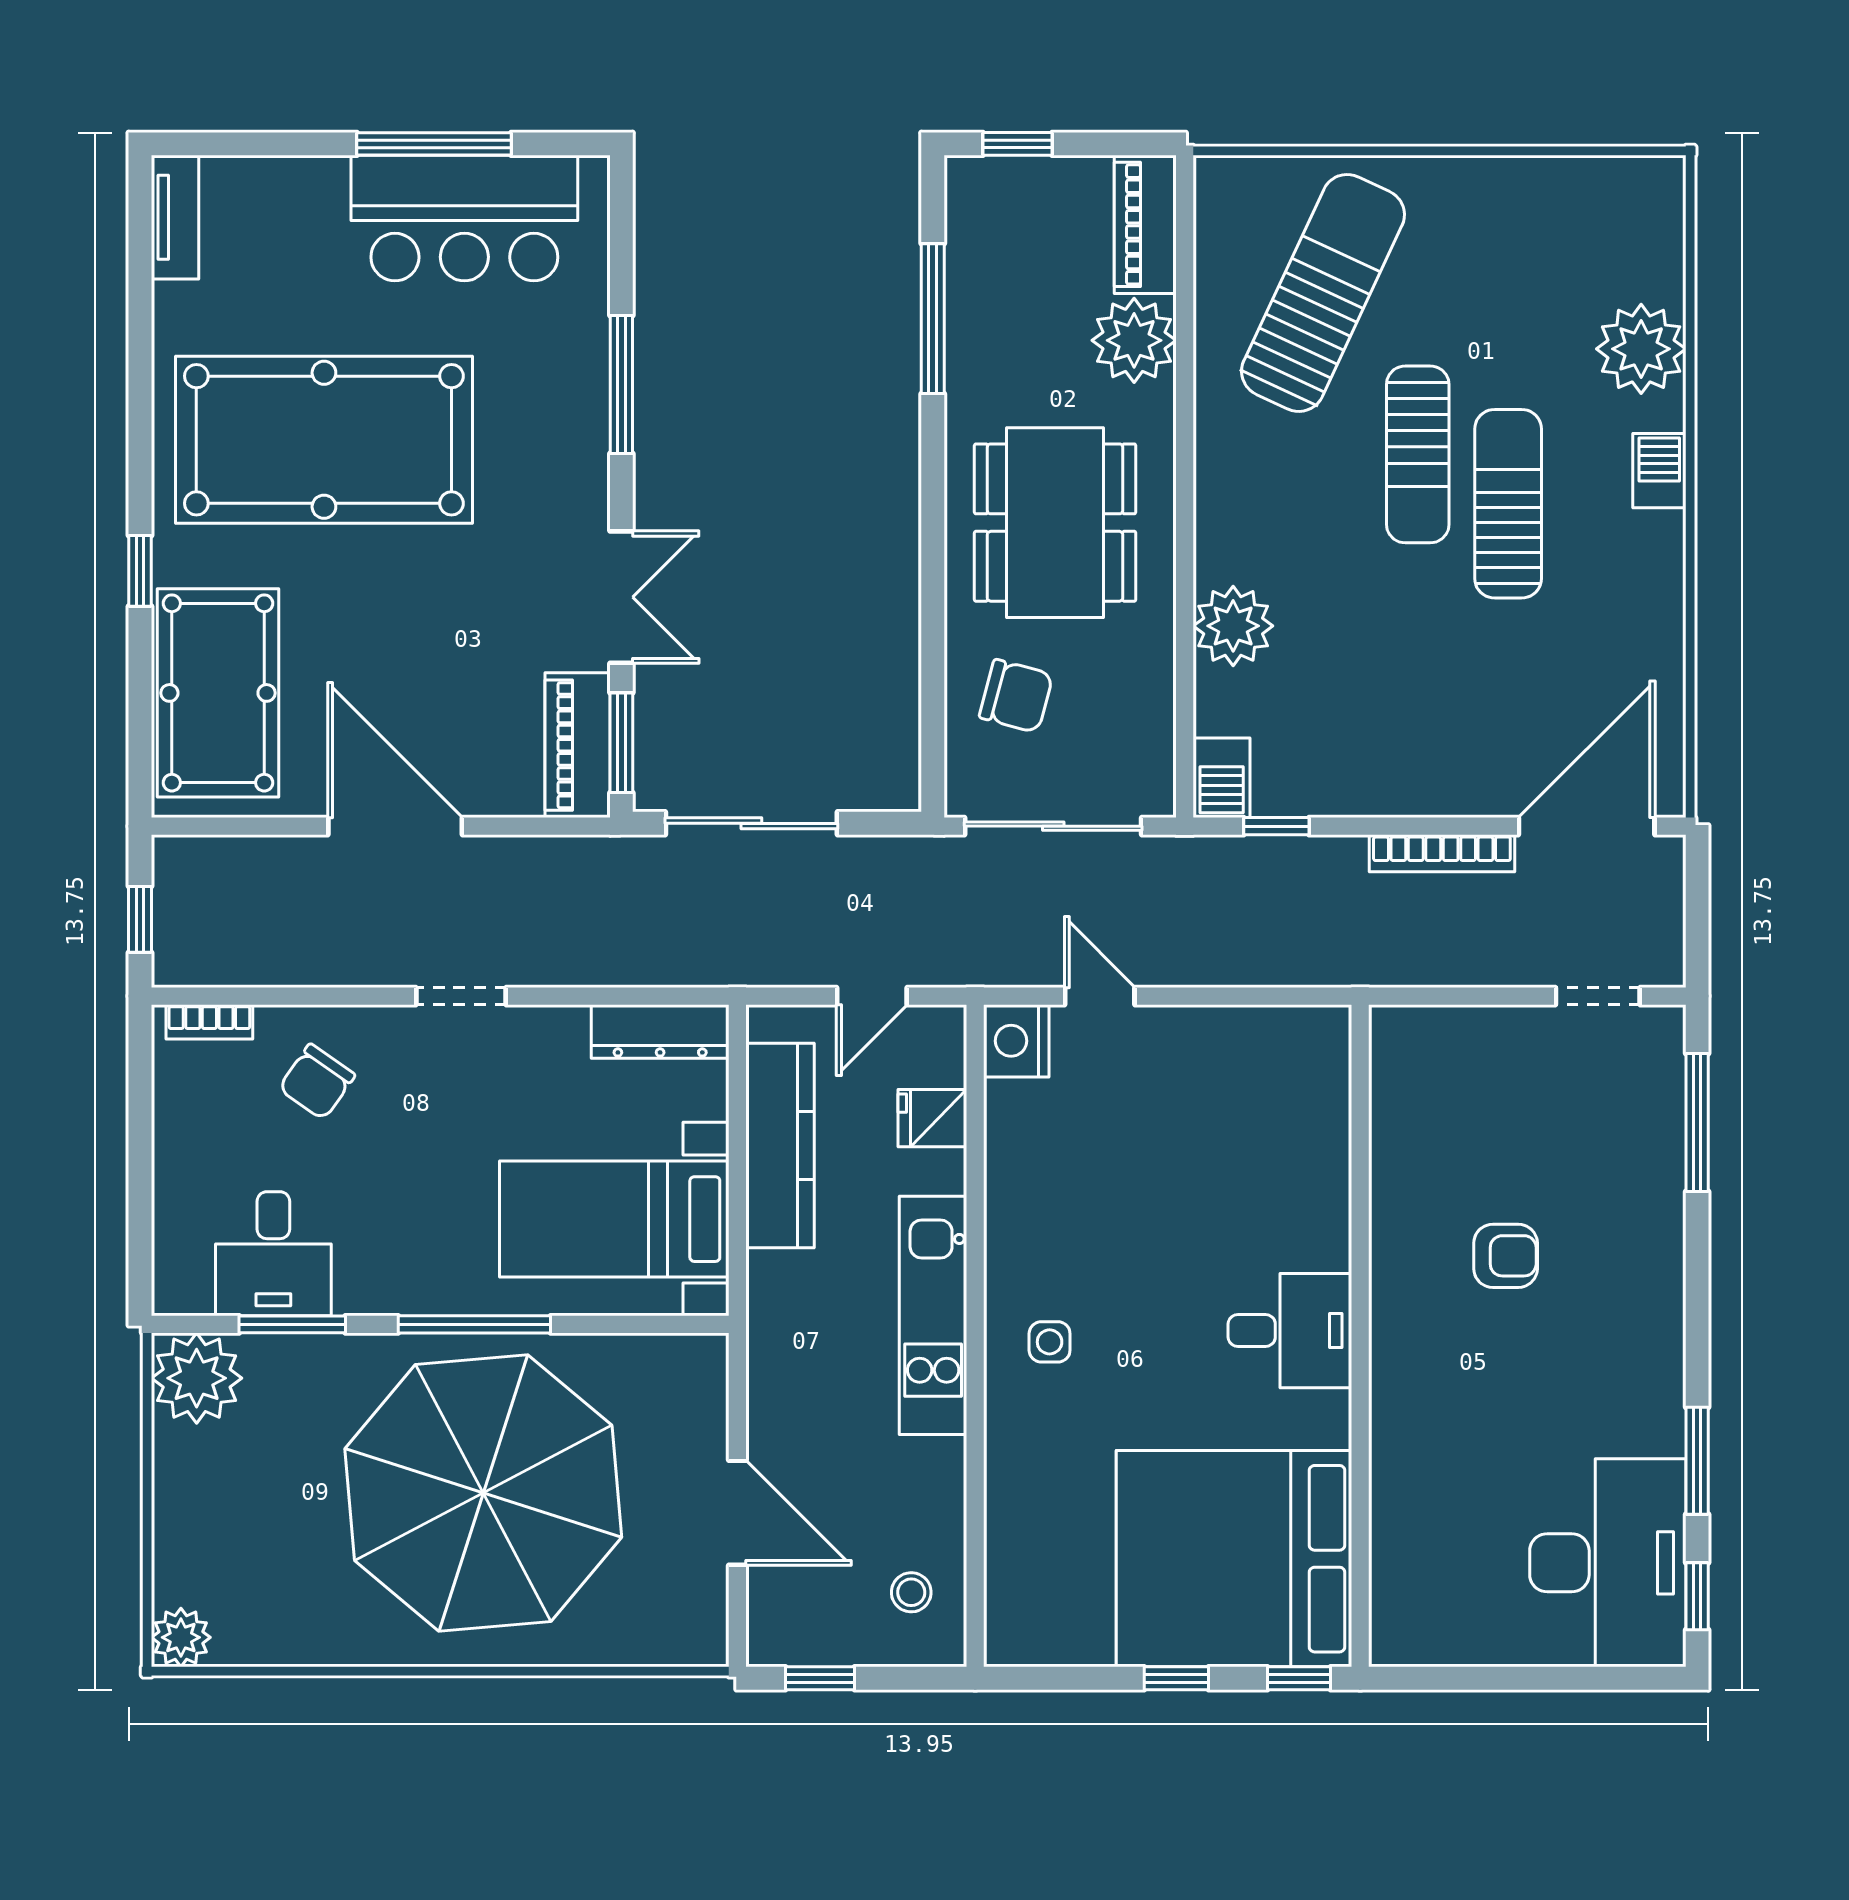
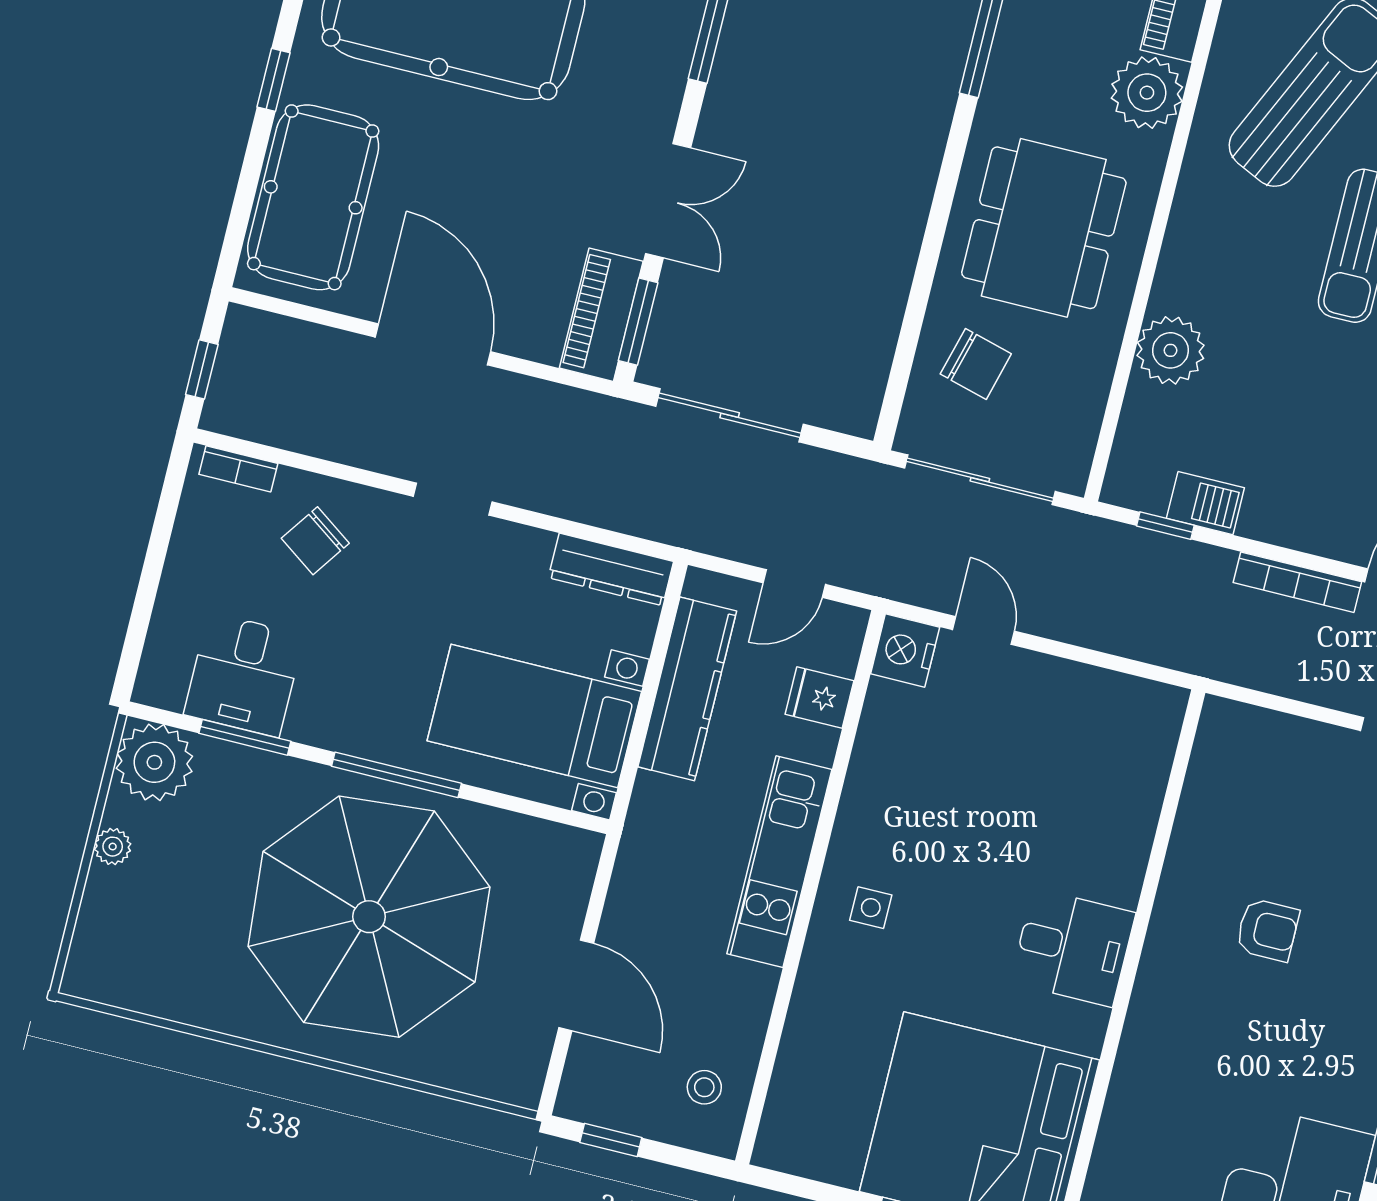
barbecue: (1222, 778) -> (1205, 503), moved, turned -90
plant: (181, 1637) -> (113, 847), moved, width x0.73, depth x0.73

